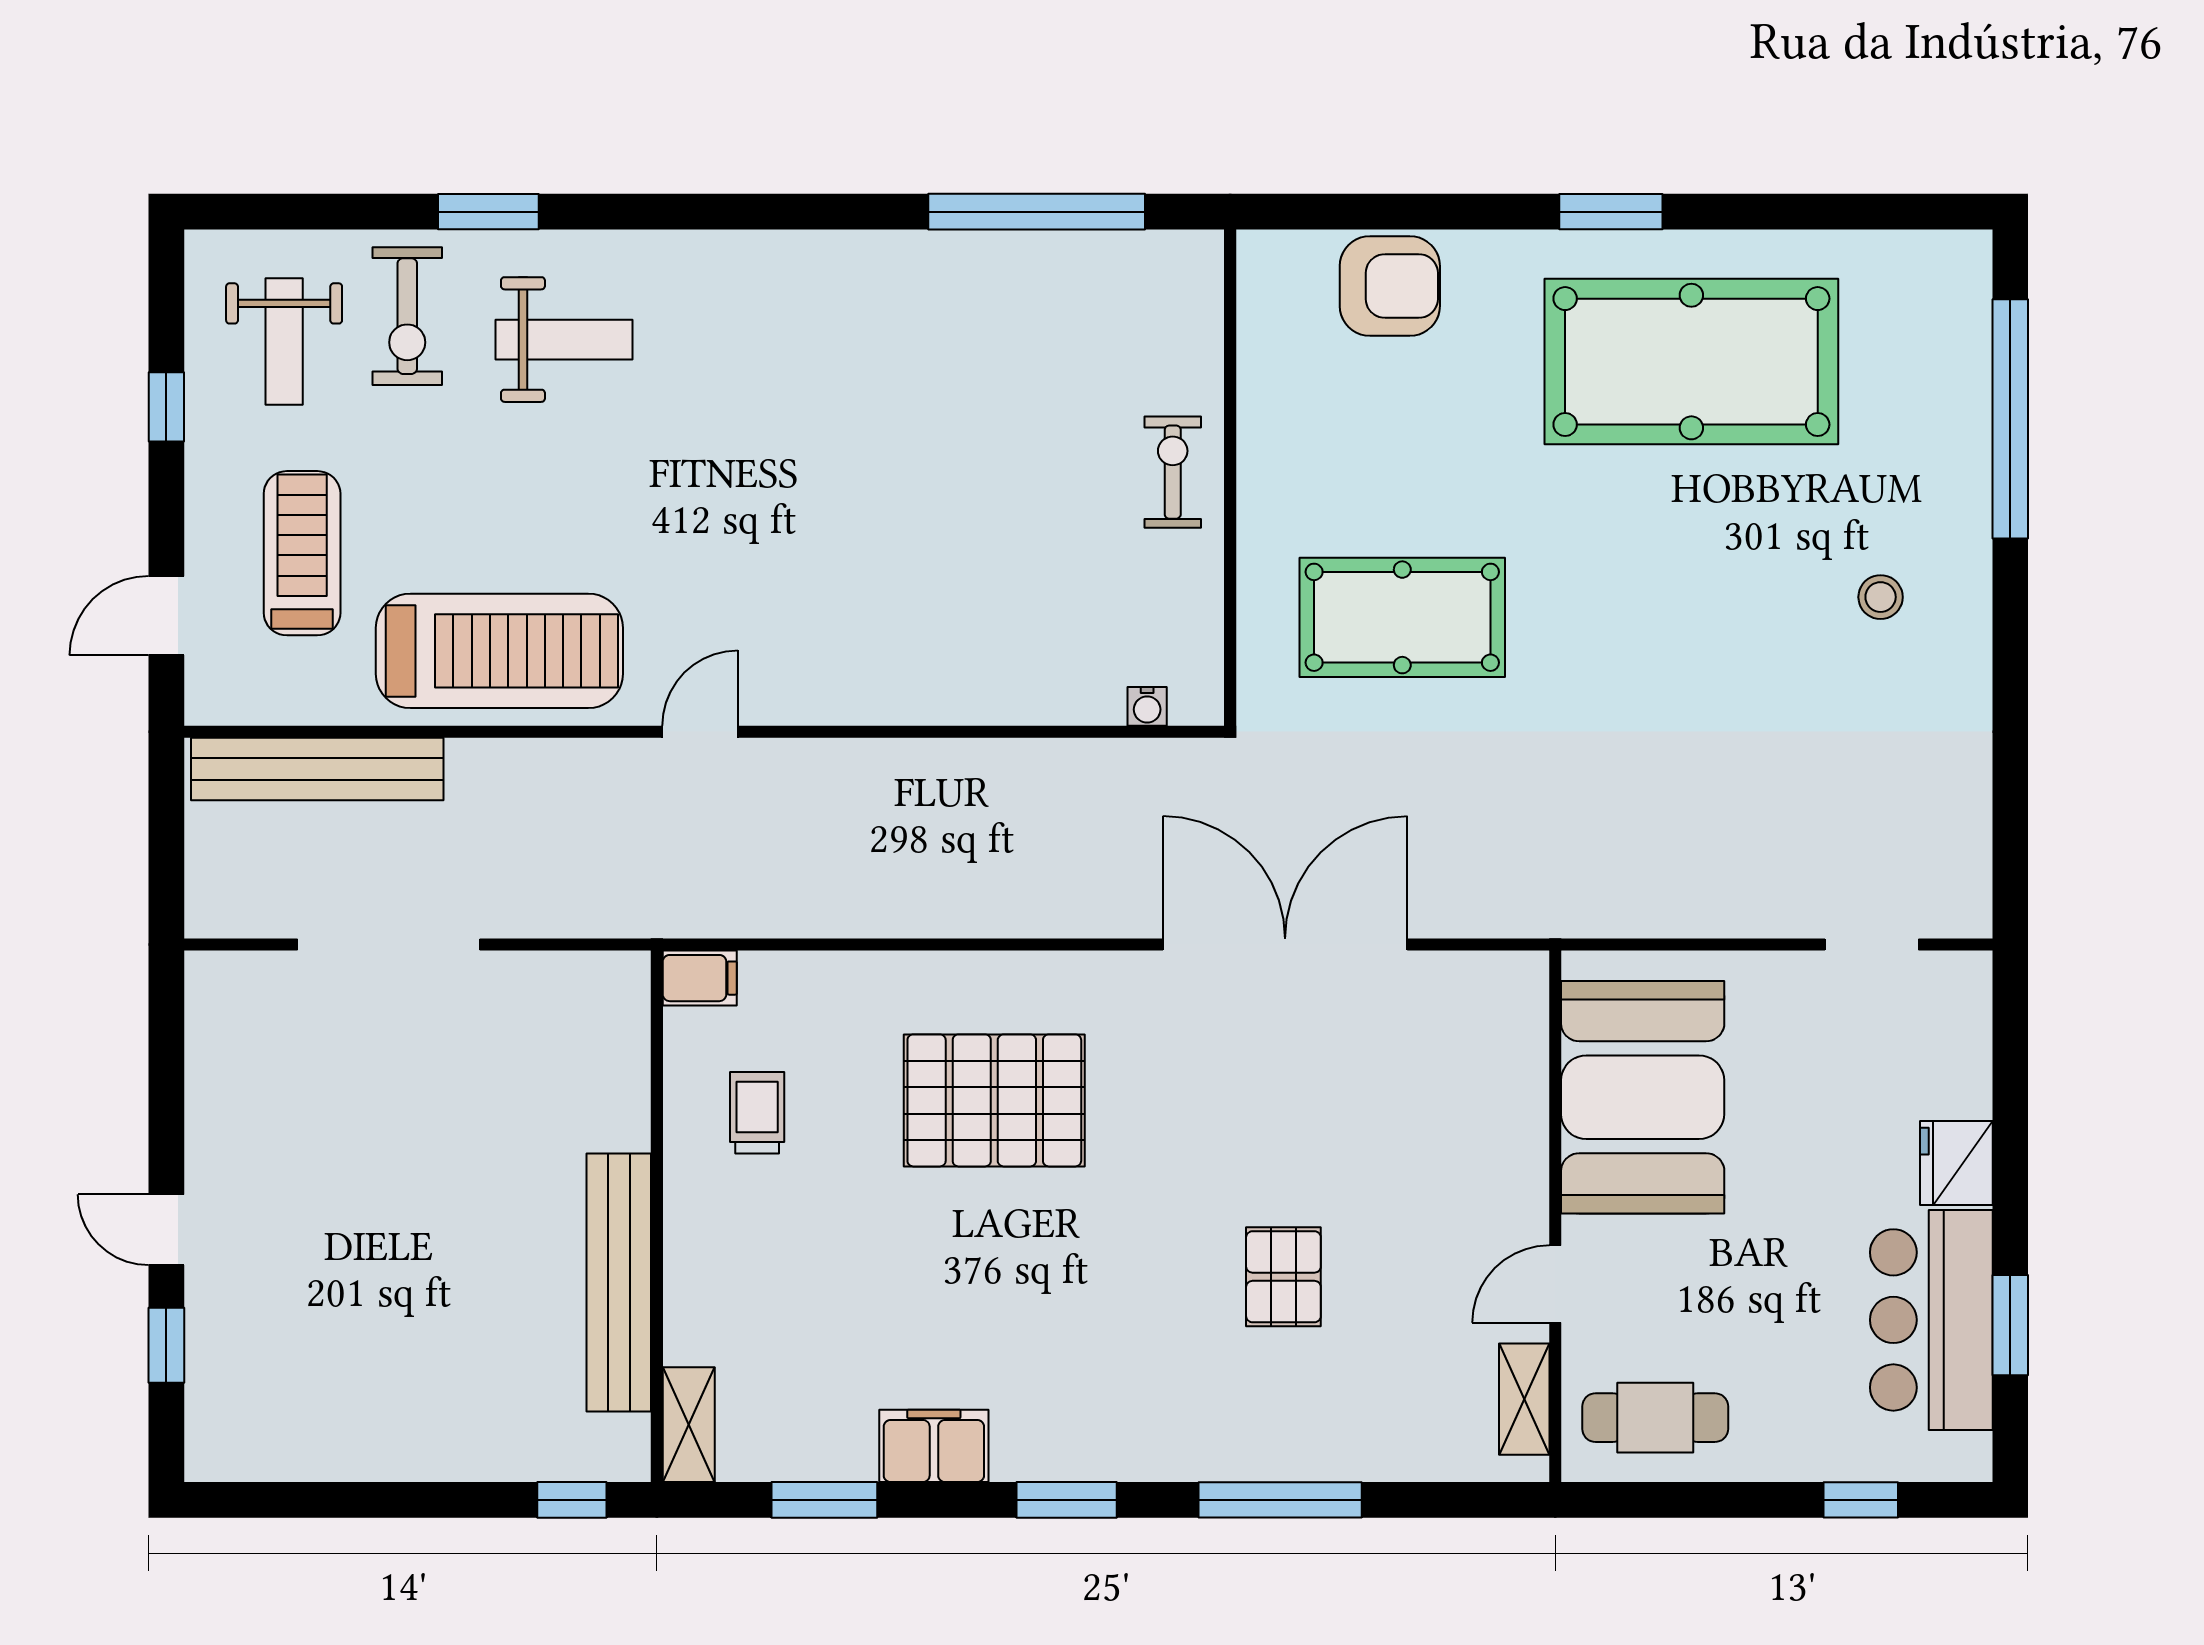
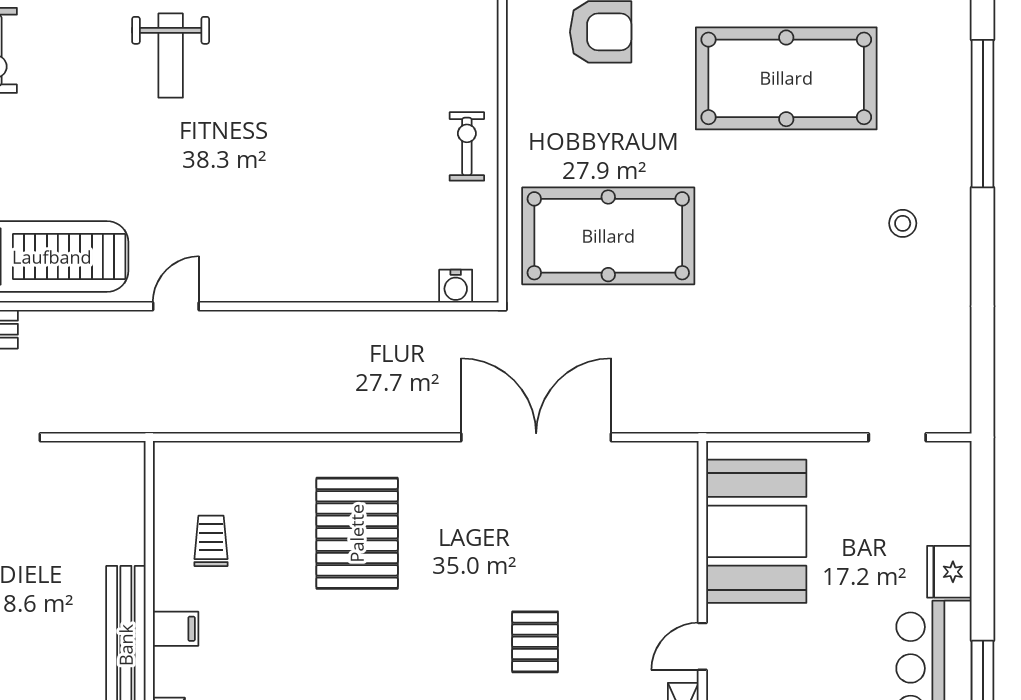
weight bench: (564, 340) -> (171, 56), moved, turned 90
pool table: (1402, 617) -> (608, 236), width x1.36, depth x1.32
water cooler: (1147, 706) -> (456, 286), width x1.38, depth x1.38
filing cabinet: (700, 978) -> (176, 629), moved
pallet: (994, 1100) -> (357, 533), turned 90

